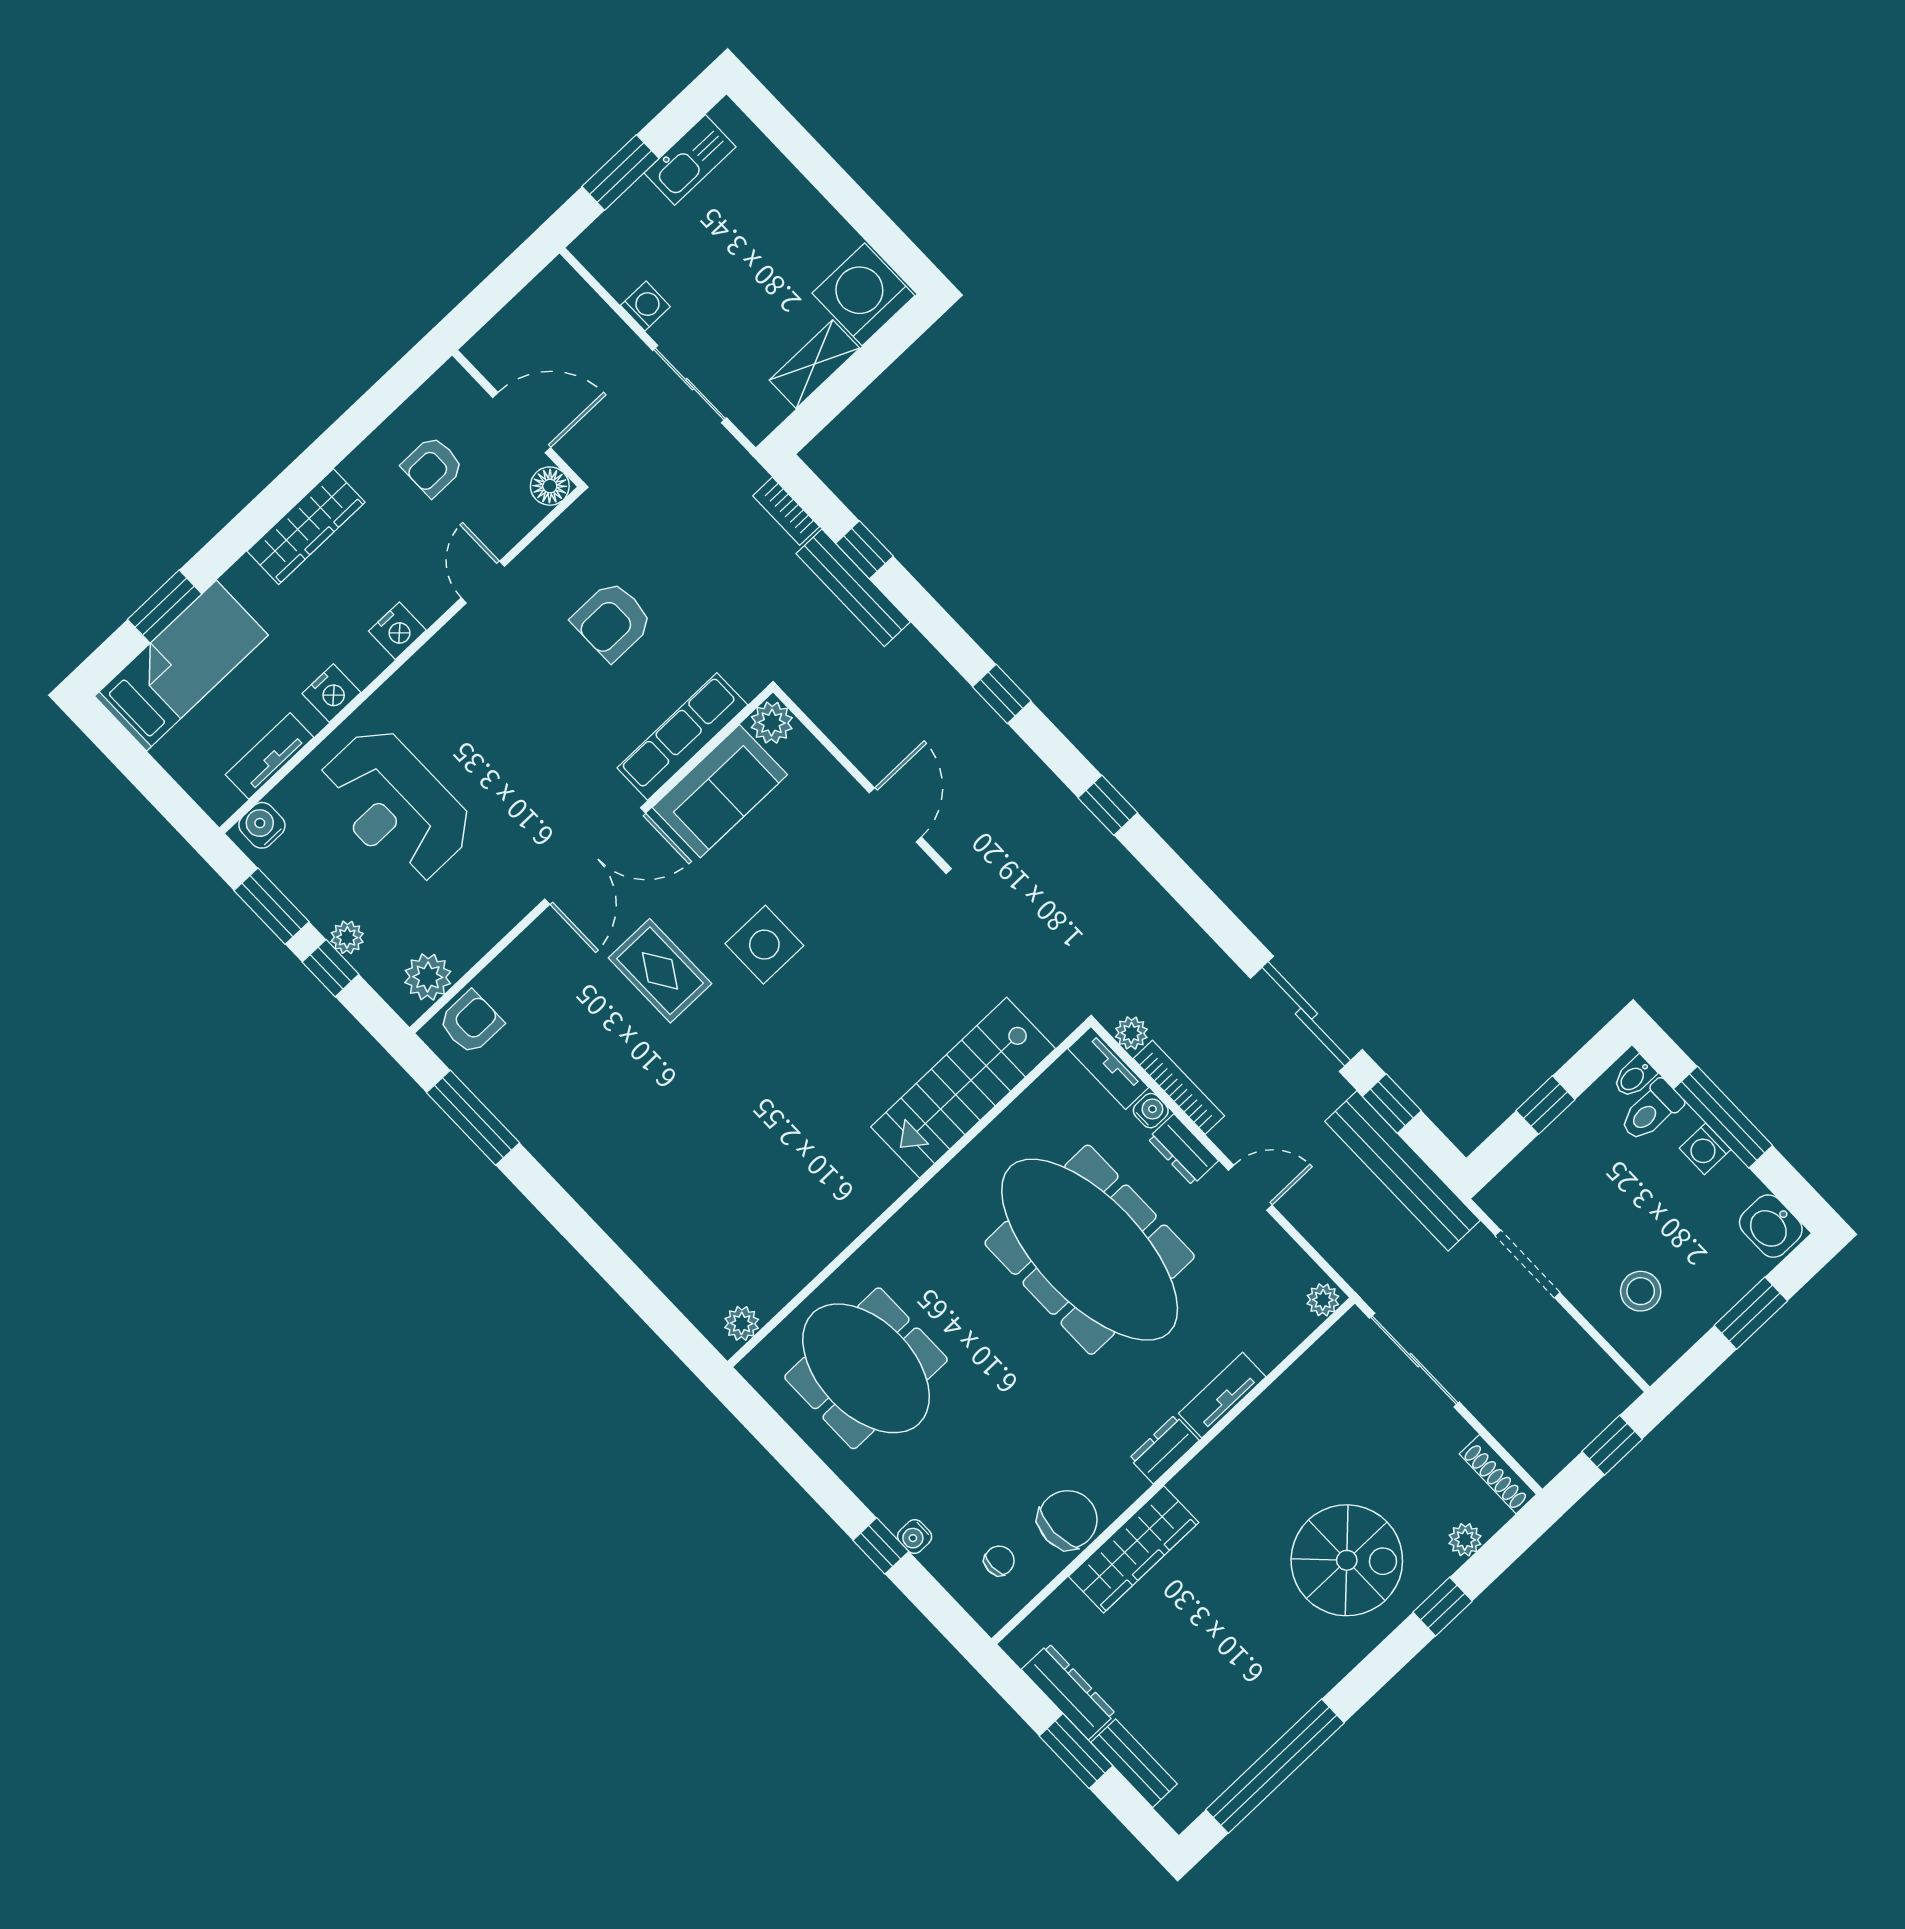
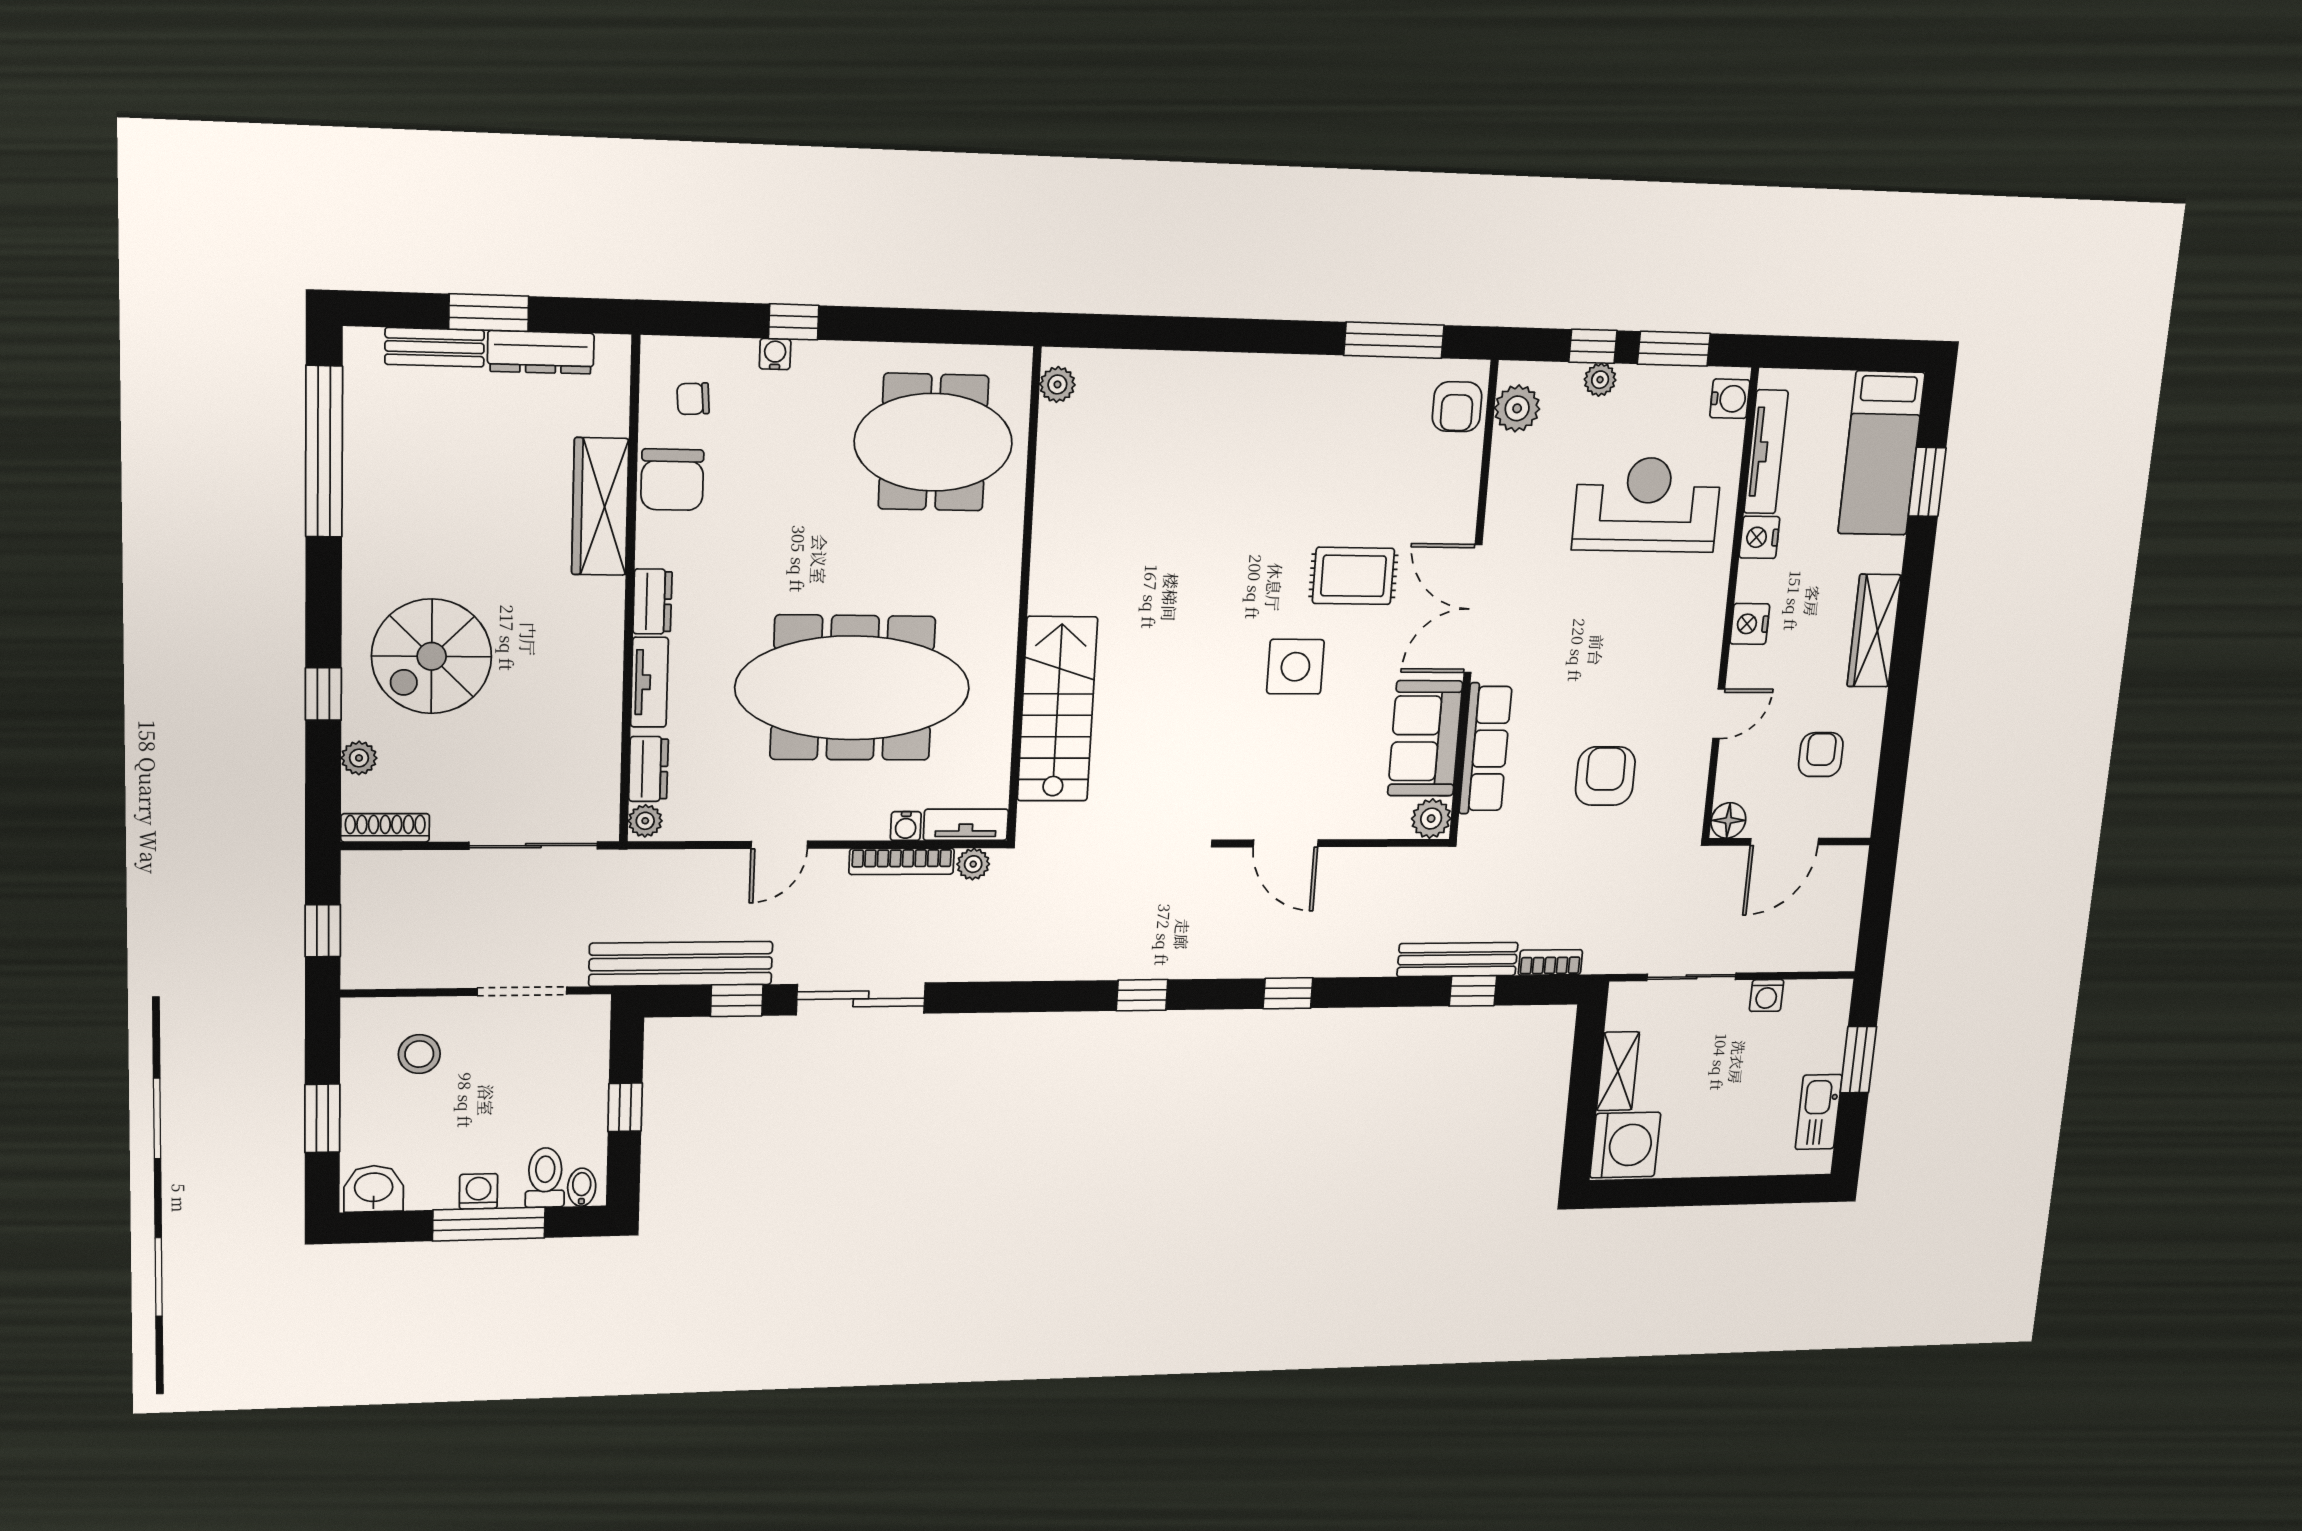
door: (483, 582) -> (1719, 714), hinge flipped
tv unit: (269, 756) -> (1766, 452), width x1.41
dresser: (1183, 1150) -> (648, 769), moved, turned 90
chair: (999, 1561) -> (693, 399), turned 86

